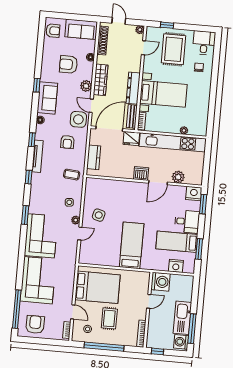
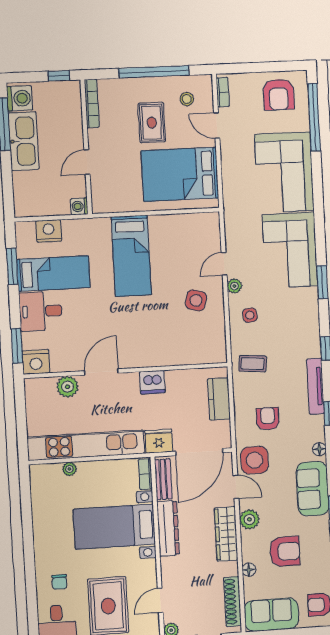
dishwasher: (141, 173) -> (152, 382), moved
washing machine: (160, 282) -> (79, 206), width x0.53, depth x0.53

